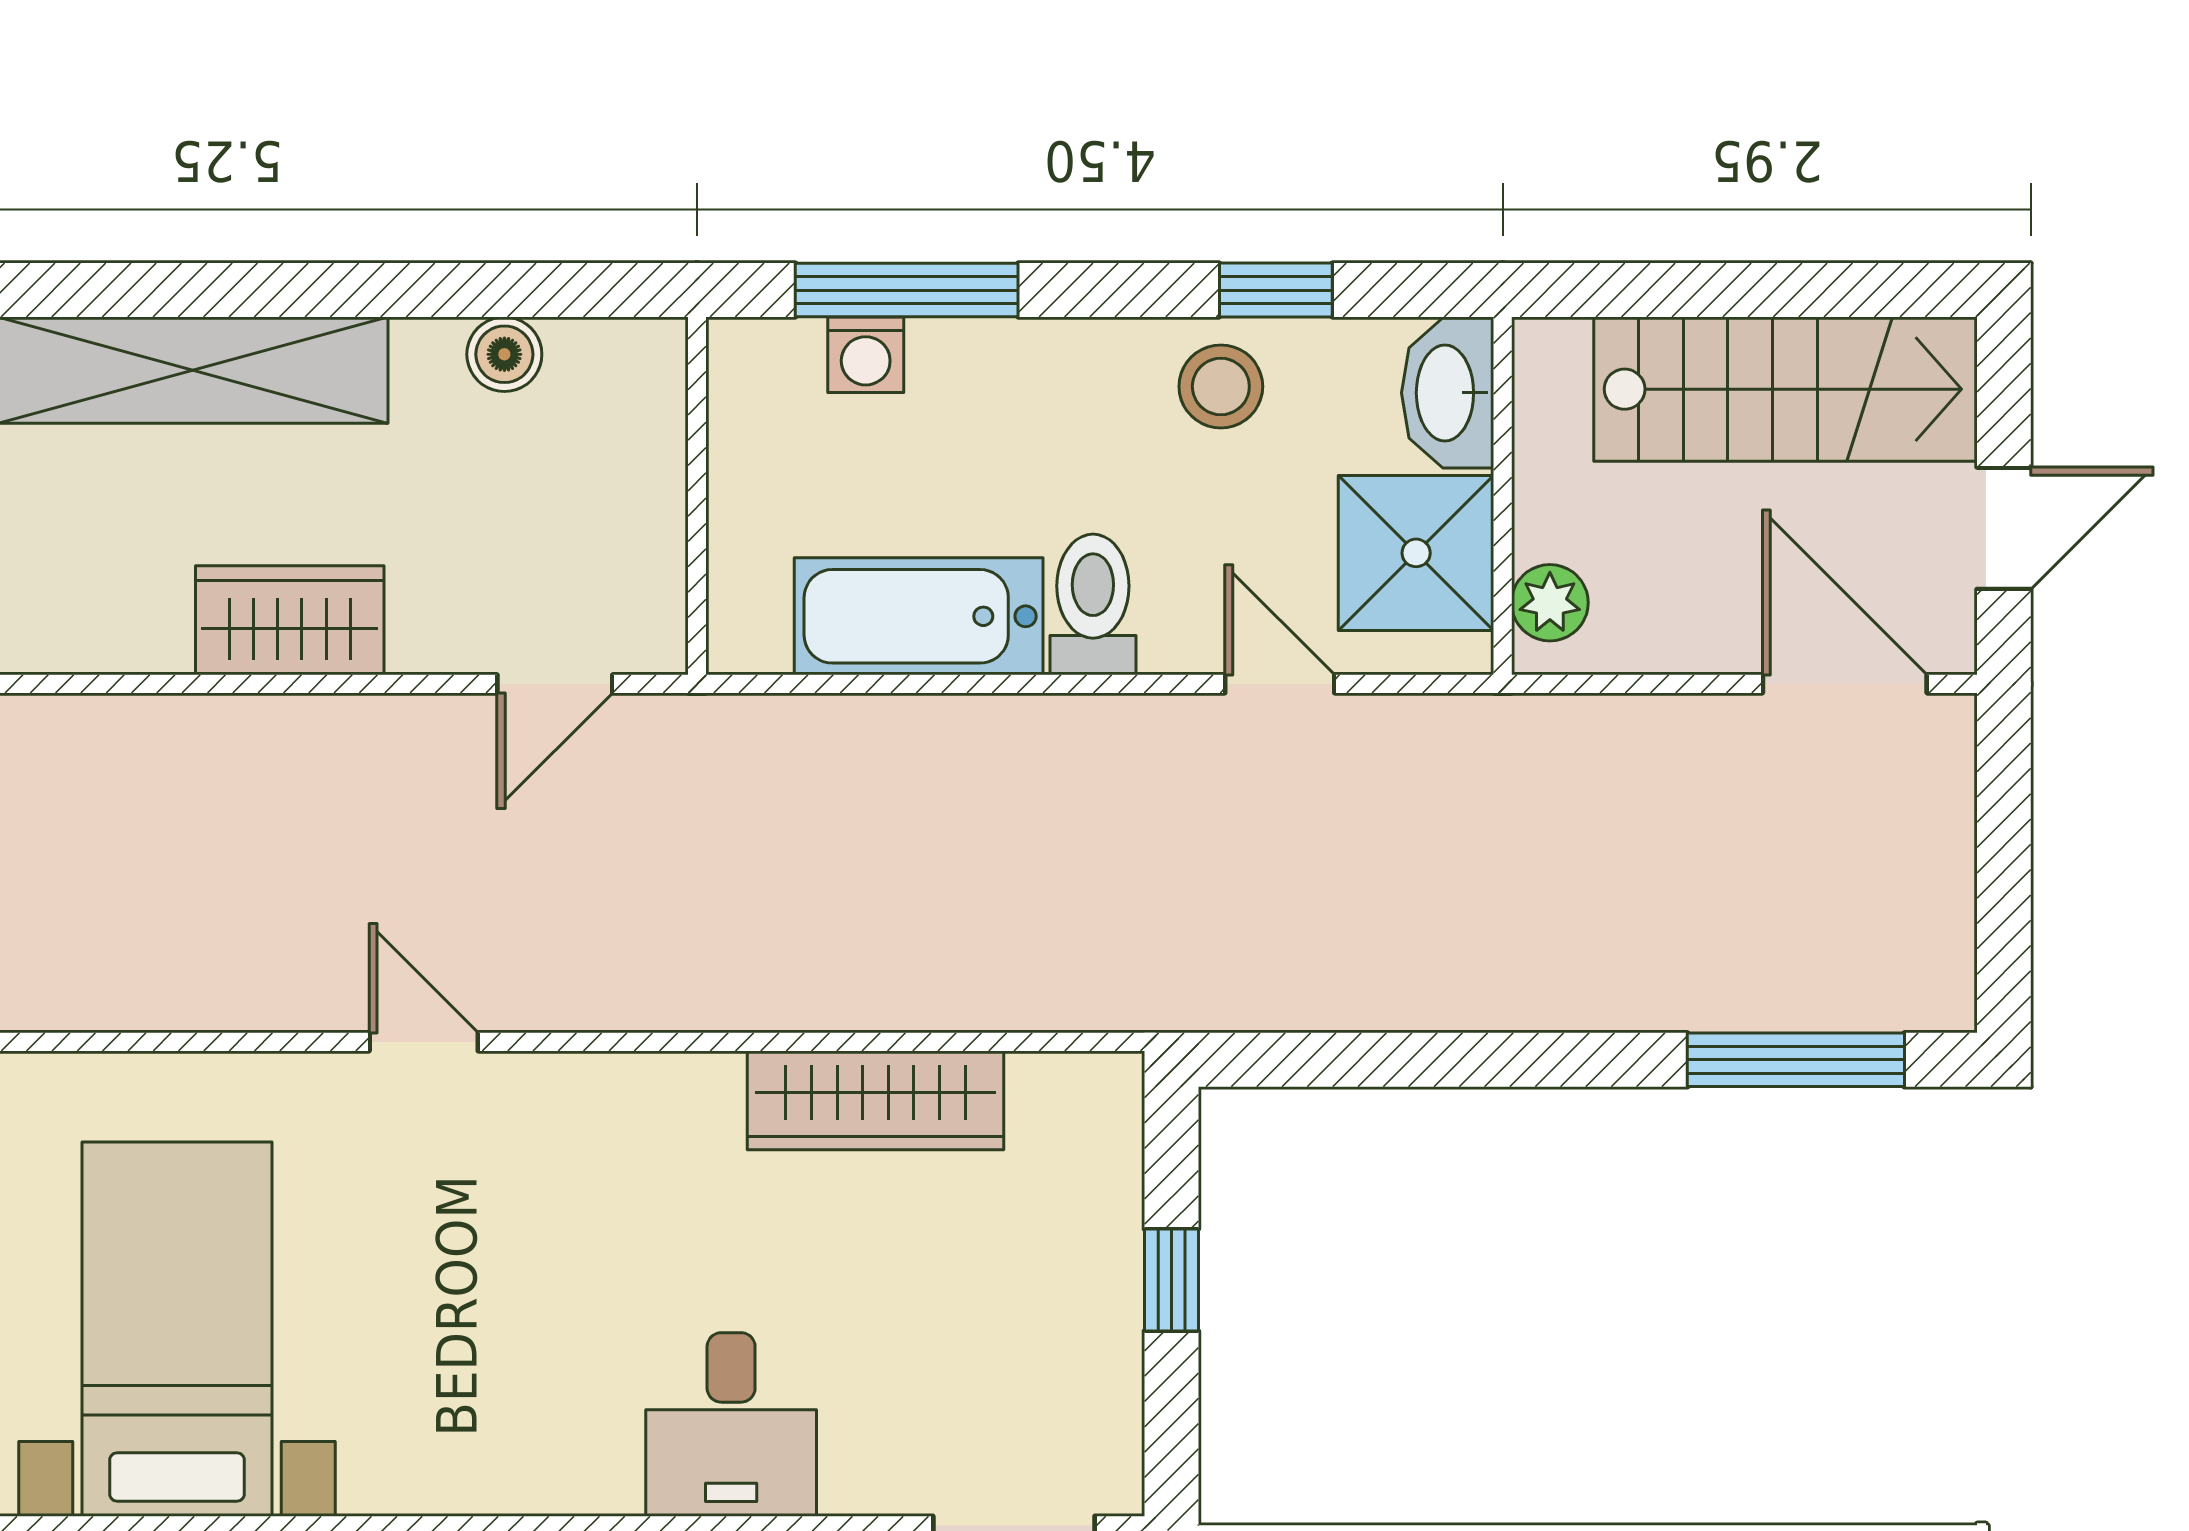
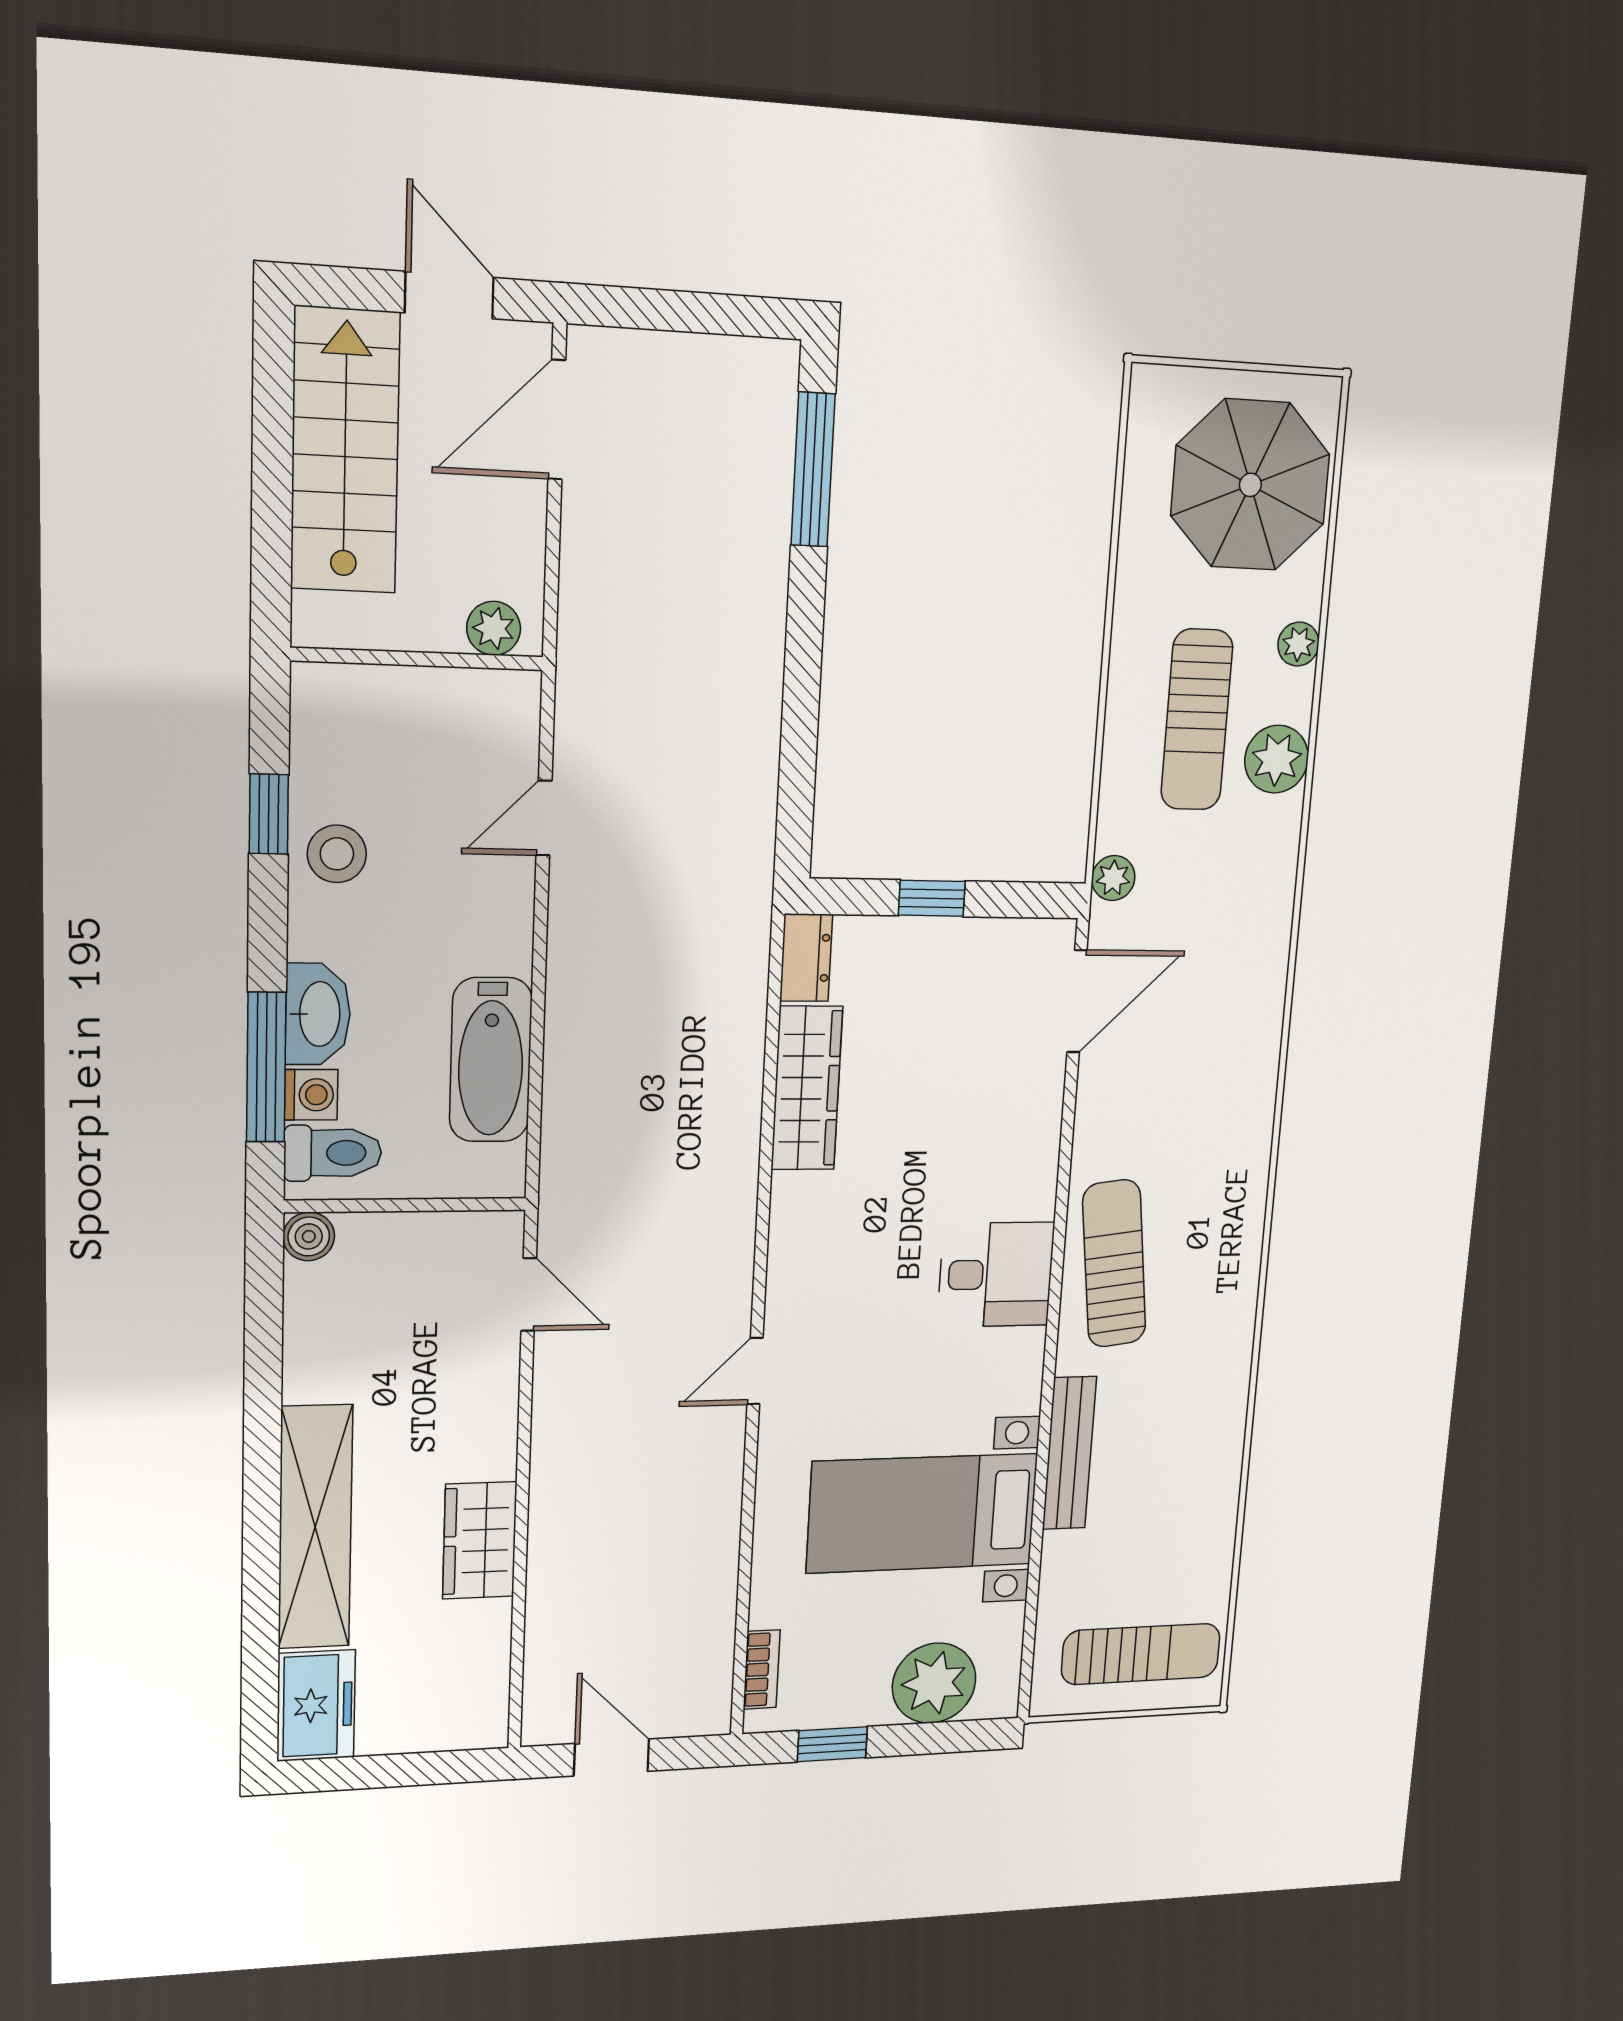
boiler: (504, 354) -> (309, 1236), moved
washbasin: (1448, 393) -> (318, 1014), moved, turned -90
shower: (1416, 553) -> (456, 721), removed
toilet: (1093, 604) -> (333, 1153), moved, turned 180
wardrobe: (290, 620) -> (480, 1540), moved
dresser: (1078, 1089) -> (806, 958), added
desk: (731, 1424) -> (996, 1274), moved

